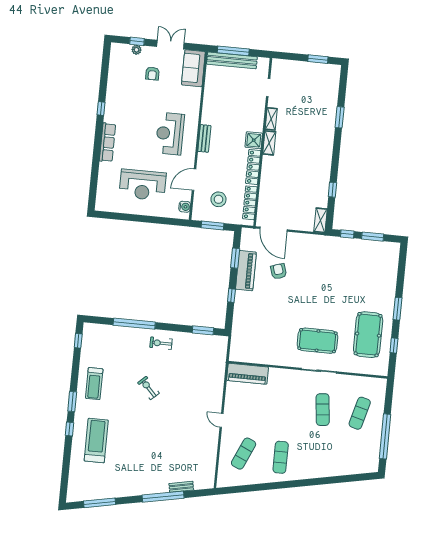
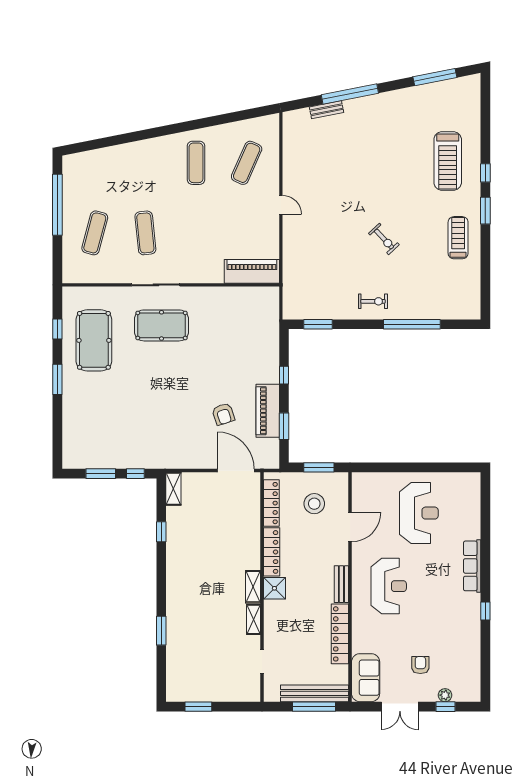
locker: (209, 102) -> (340, 634), added
reception desk: (143, 185) -> (419, 513), turned 90
water cooler: (185, 207) -> (359, 489), removed
window: (78, 341) -> (485, 294), removed

